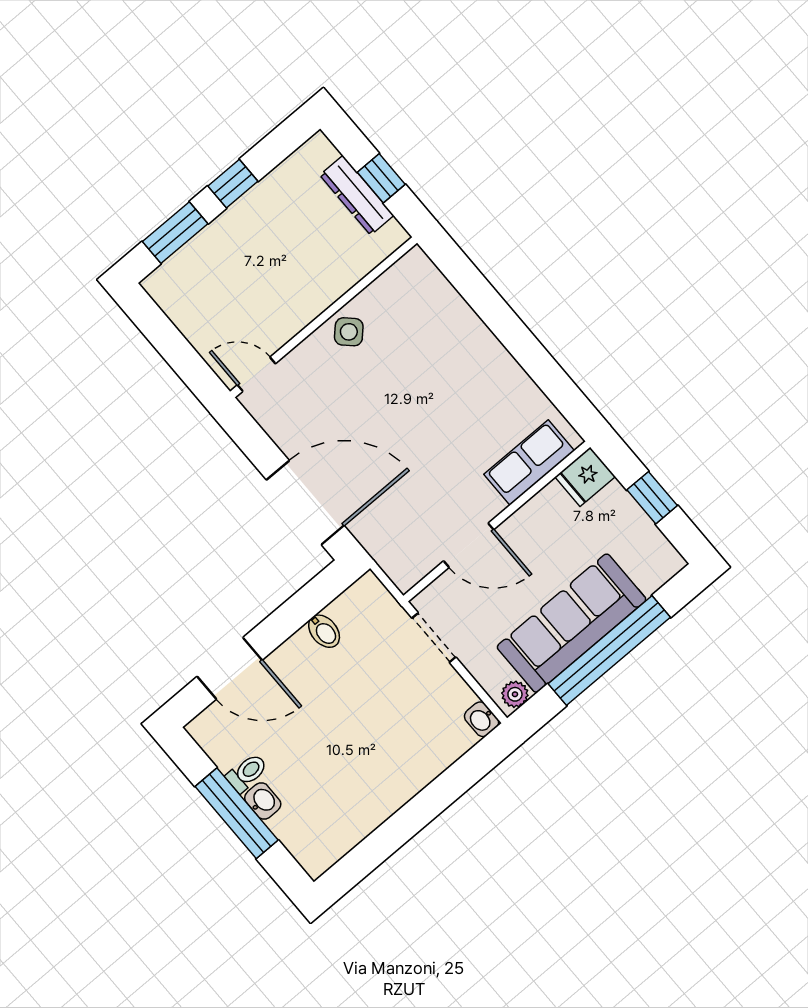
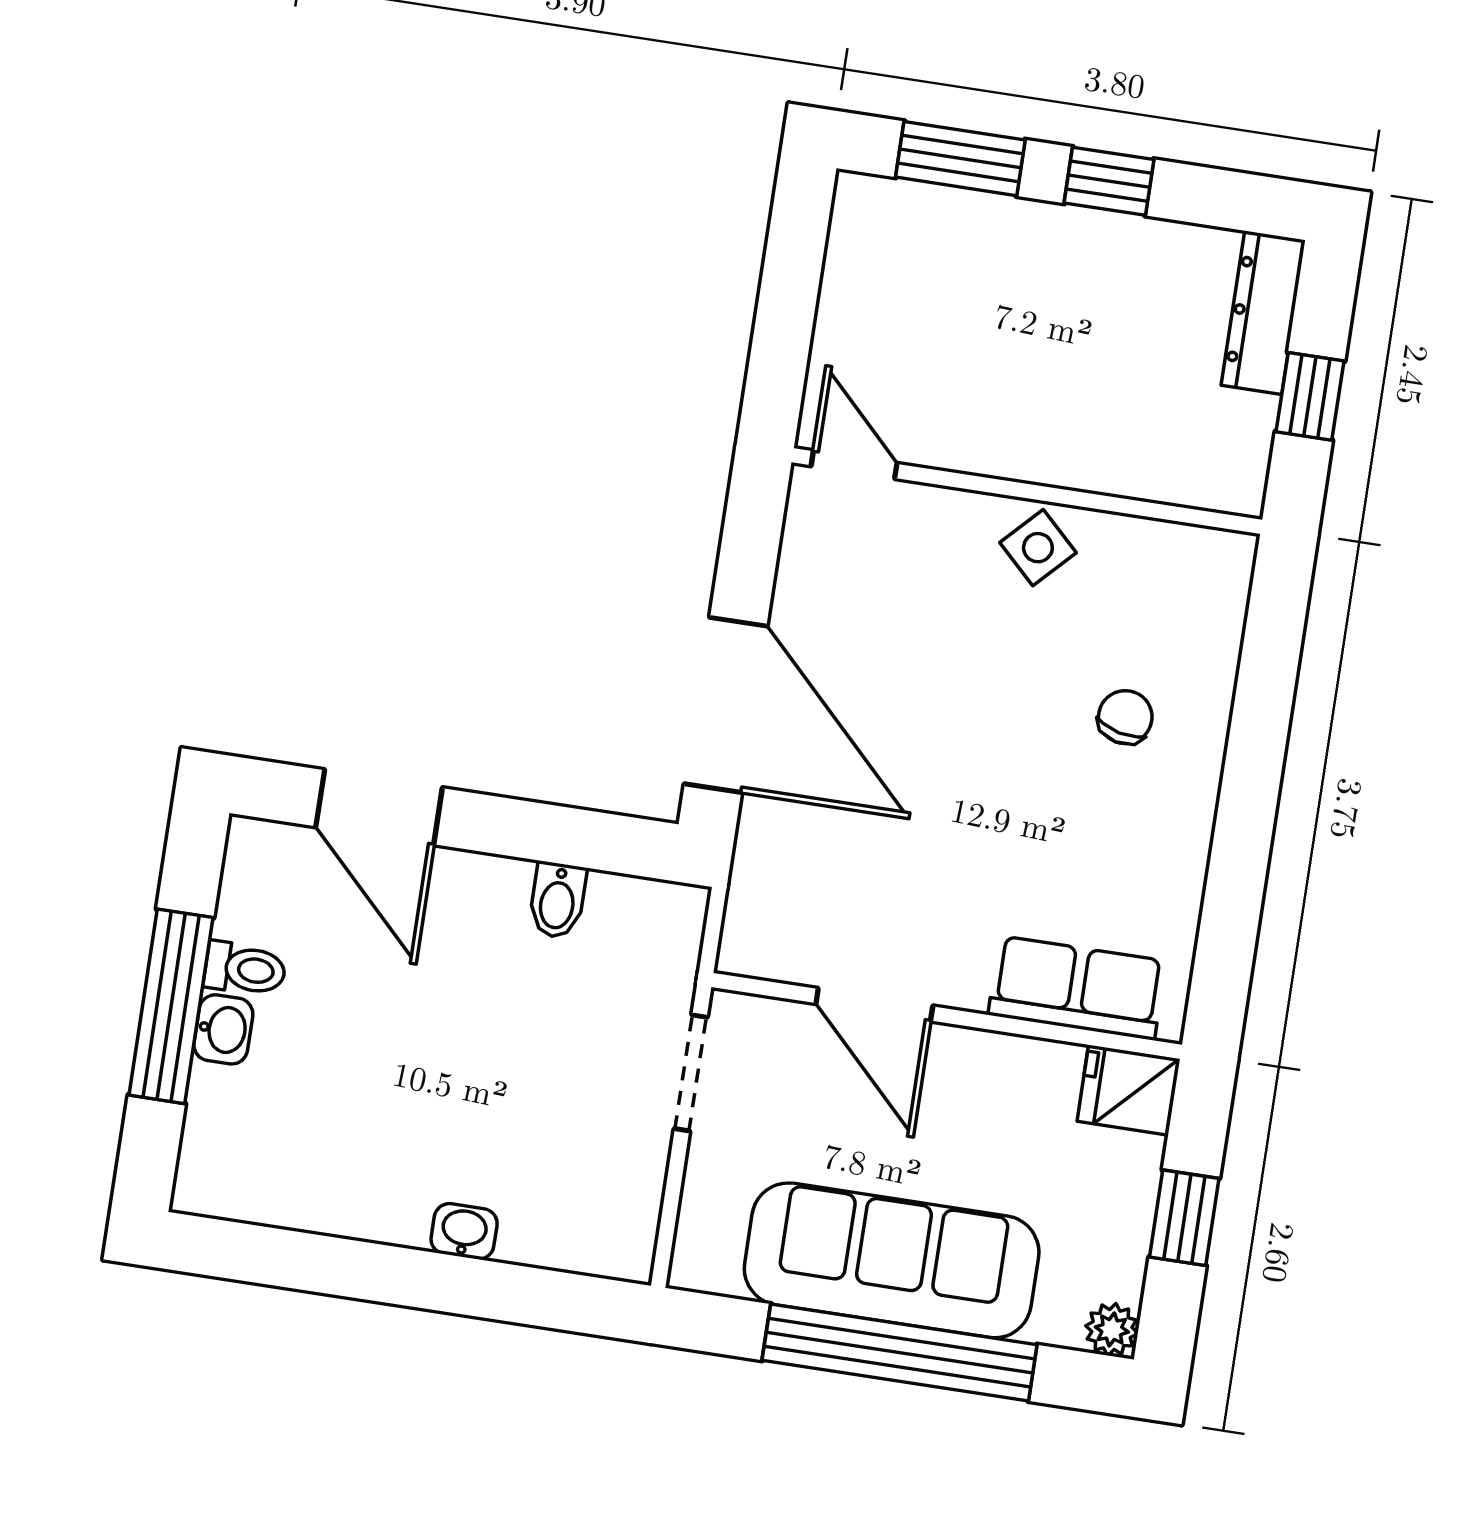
dresser: (357, 195) -> (1263, 313), moved
chair: (442, 355) -> (1125, 717), added
plant: (515, 694) -> (1112, 1330), moved
washbasin: (482, 719) -> (464, 1231), moved, turned 90

